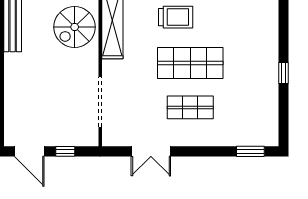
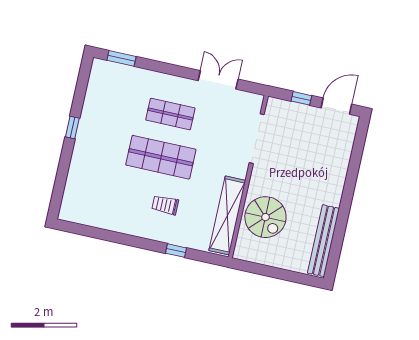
trolley: (176, 17) -> (165, 205), width x0.73, depth x0.72
spiral stairs: (75, 27) -> (265, 217), turned 90
door: (29, 151) -> (336, 106), hinge flipped

